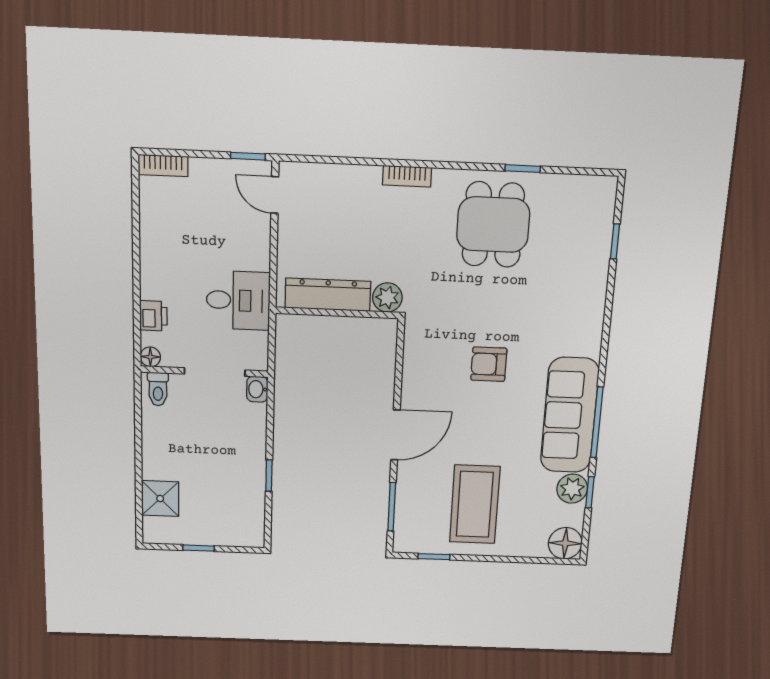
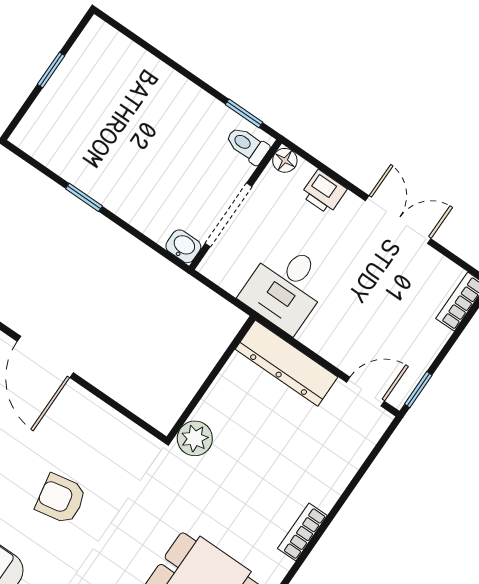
double door: (136, 250) -> (398, 220), added
dresser: (328, 295) -> (286, 363), moved, turned 90
armchair: (489, 364) -> (61, 499), turned -101
window: (138, 405) -> (244, 113), added
shower: (160, 499) -> (131, 67), removed

